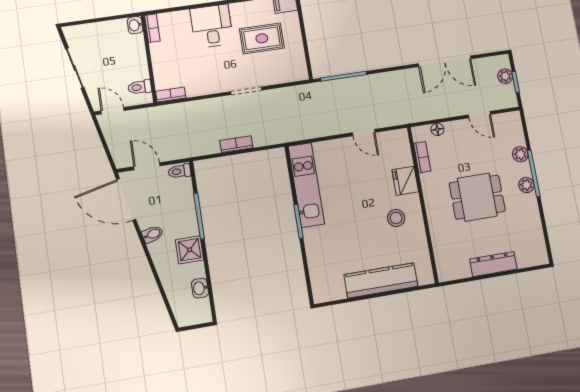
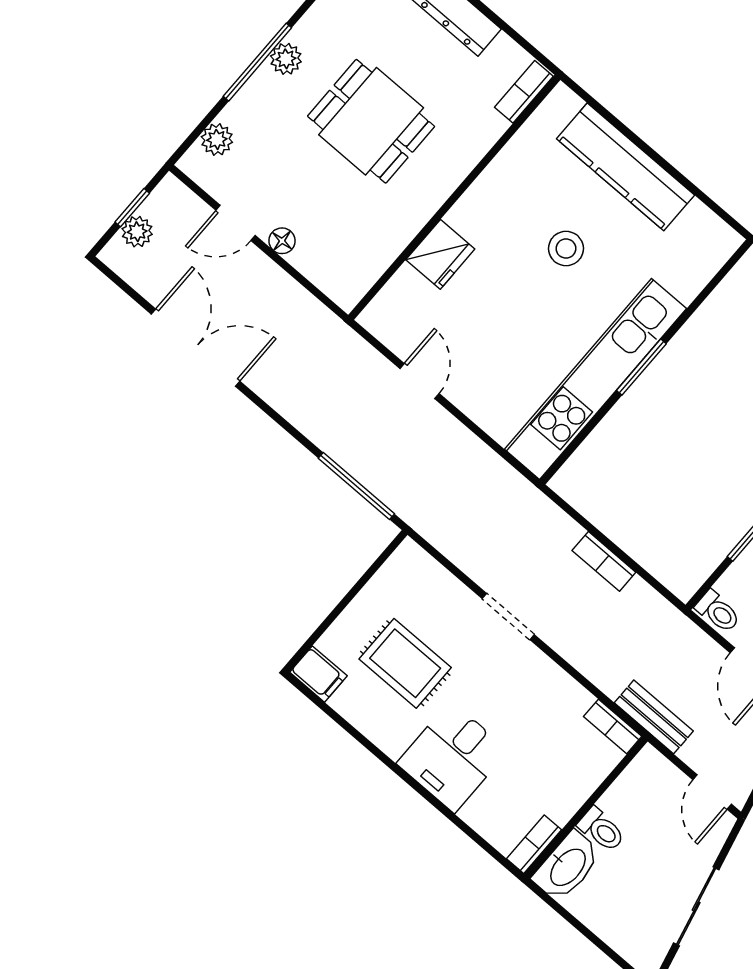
washbasin: (135, 25) -> (567, 867), width x1.91, depth x1.45
toilet: (140, 87) -> (601, 830), moved
bench: (161, 113) -> (654, 717), added
door: (479, 115) -> (236, 223), swing flipped
floor lamp: (437, 129) -> (282, 241), moved
plant: (520, 154) -> (217, 139), moved
bookcase: (422, 157) -> (524, 92), moved
kitchen unit: (306, 185) -> (596, 379), width x1.36
stool: (396, 218) -> (566, 249), moved

